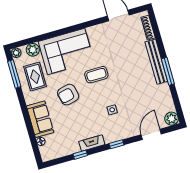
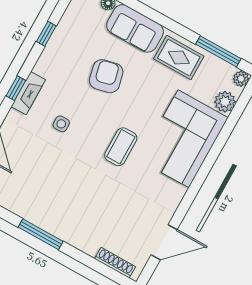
bench: (156, 62) -> (66, 232), removed
rug: (35, 77) -> (179, 58), moved
armchair: (68, 95) -> (106, 76), moved
fireplace: (92, 143) -> (28, 93), moved

